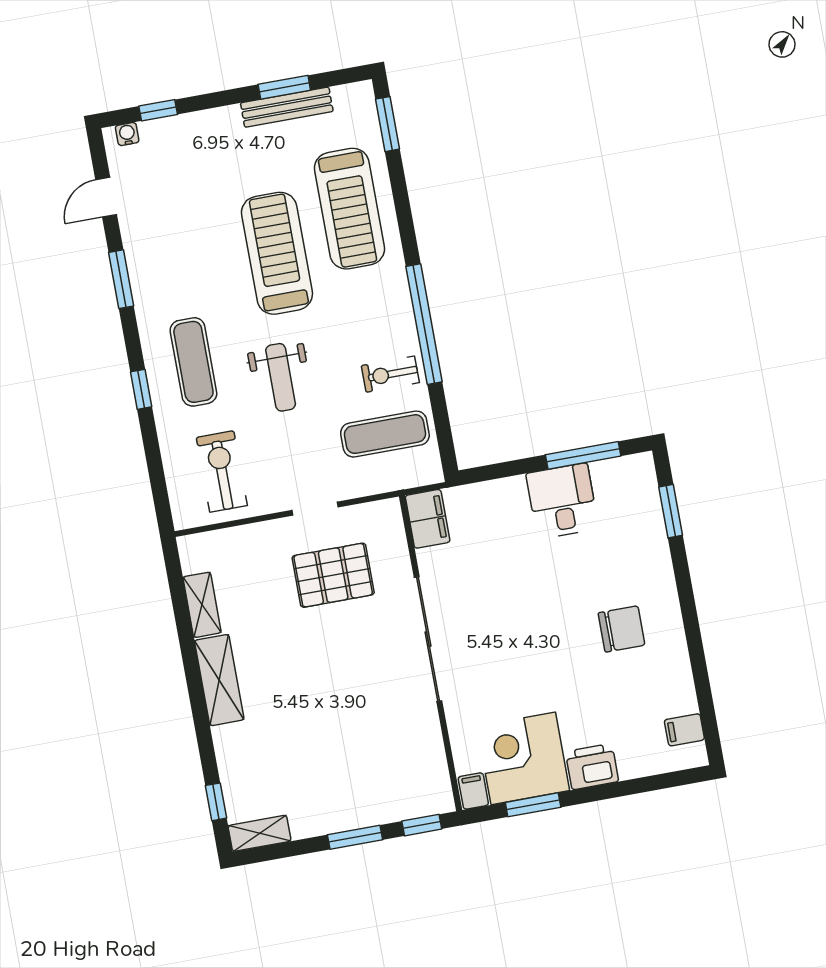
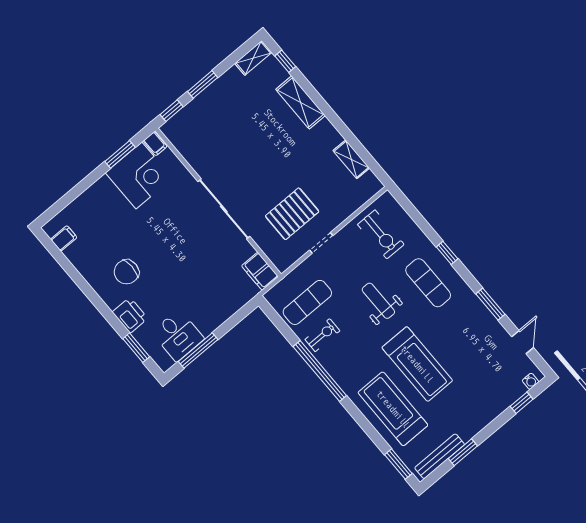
bench: (287, 107) -> (440, 456), moved
desk: (562, 501) -> (178, 336), moved
shelving: (219, 680) -> (300, 102), moved
printer: (592, 767) -> (130, 315), moved, turned -90

